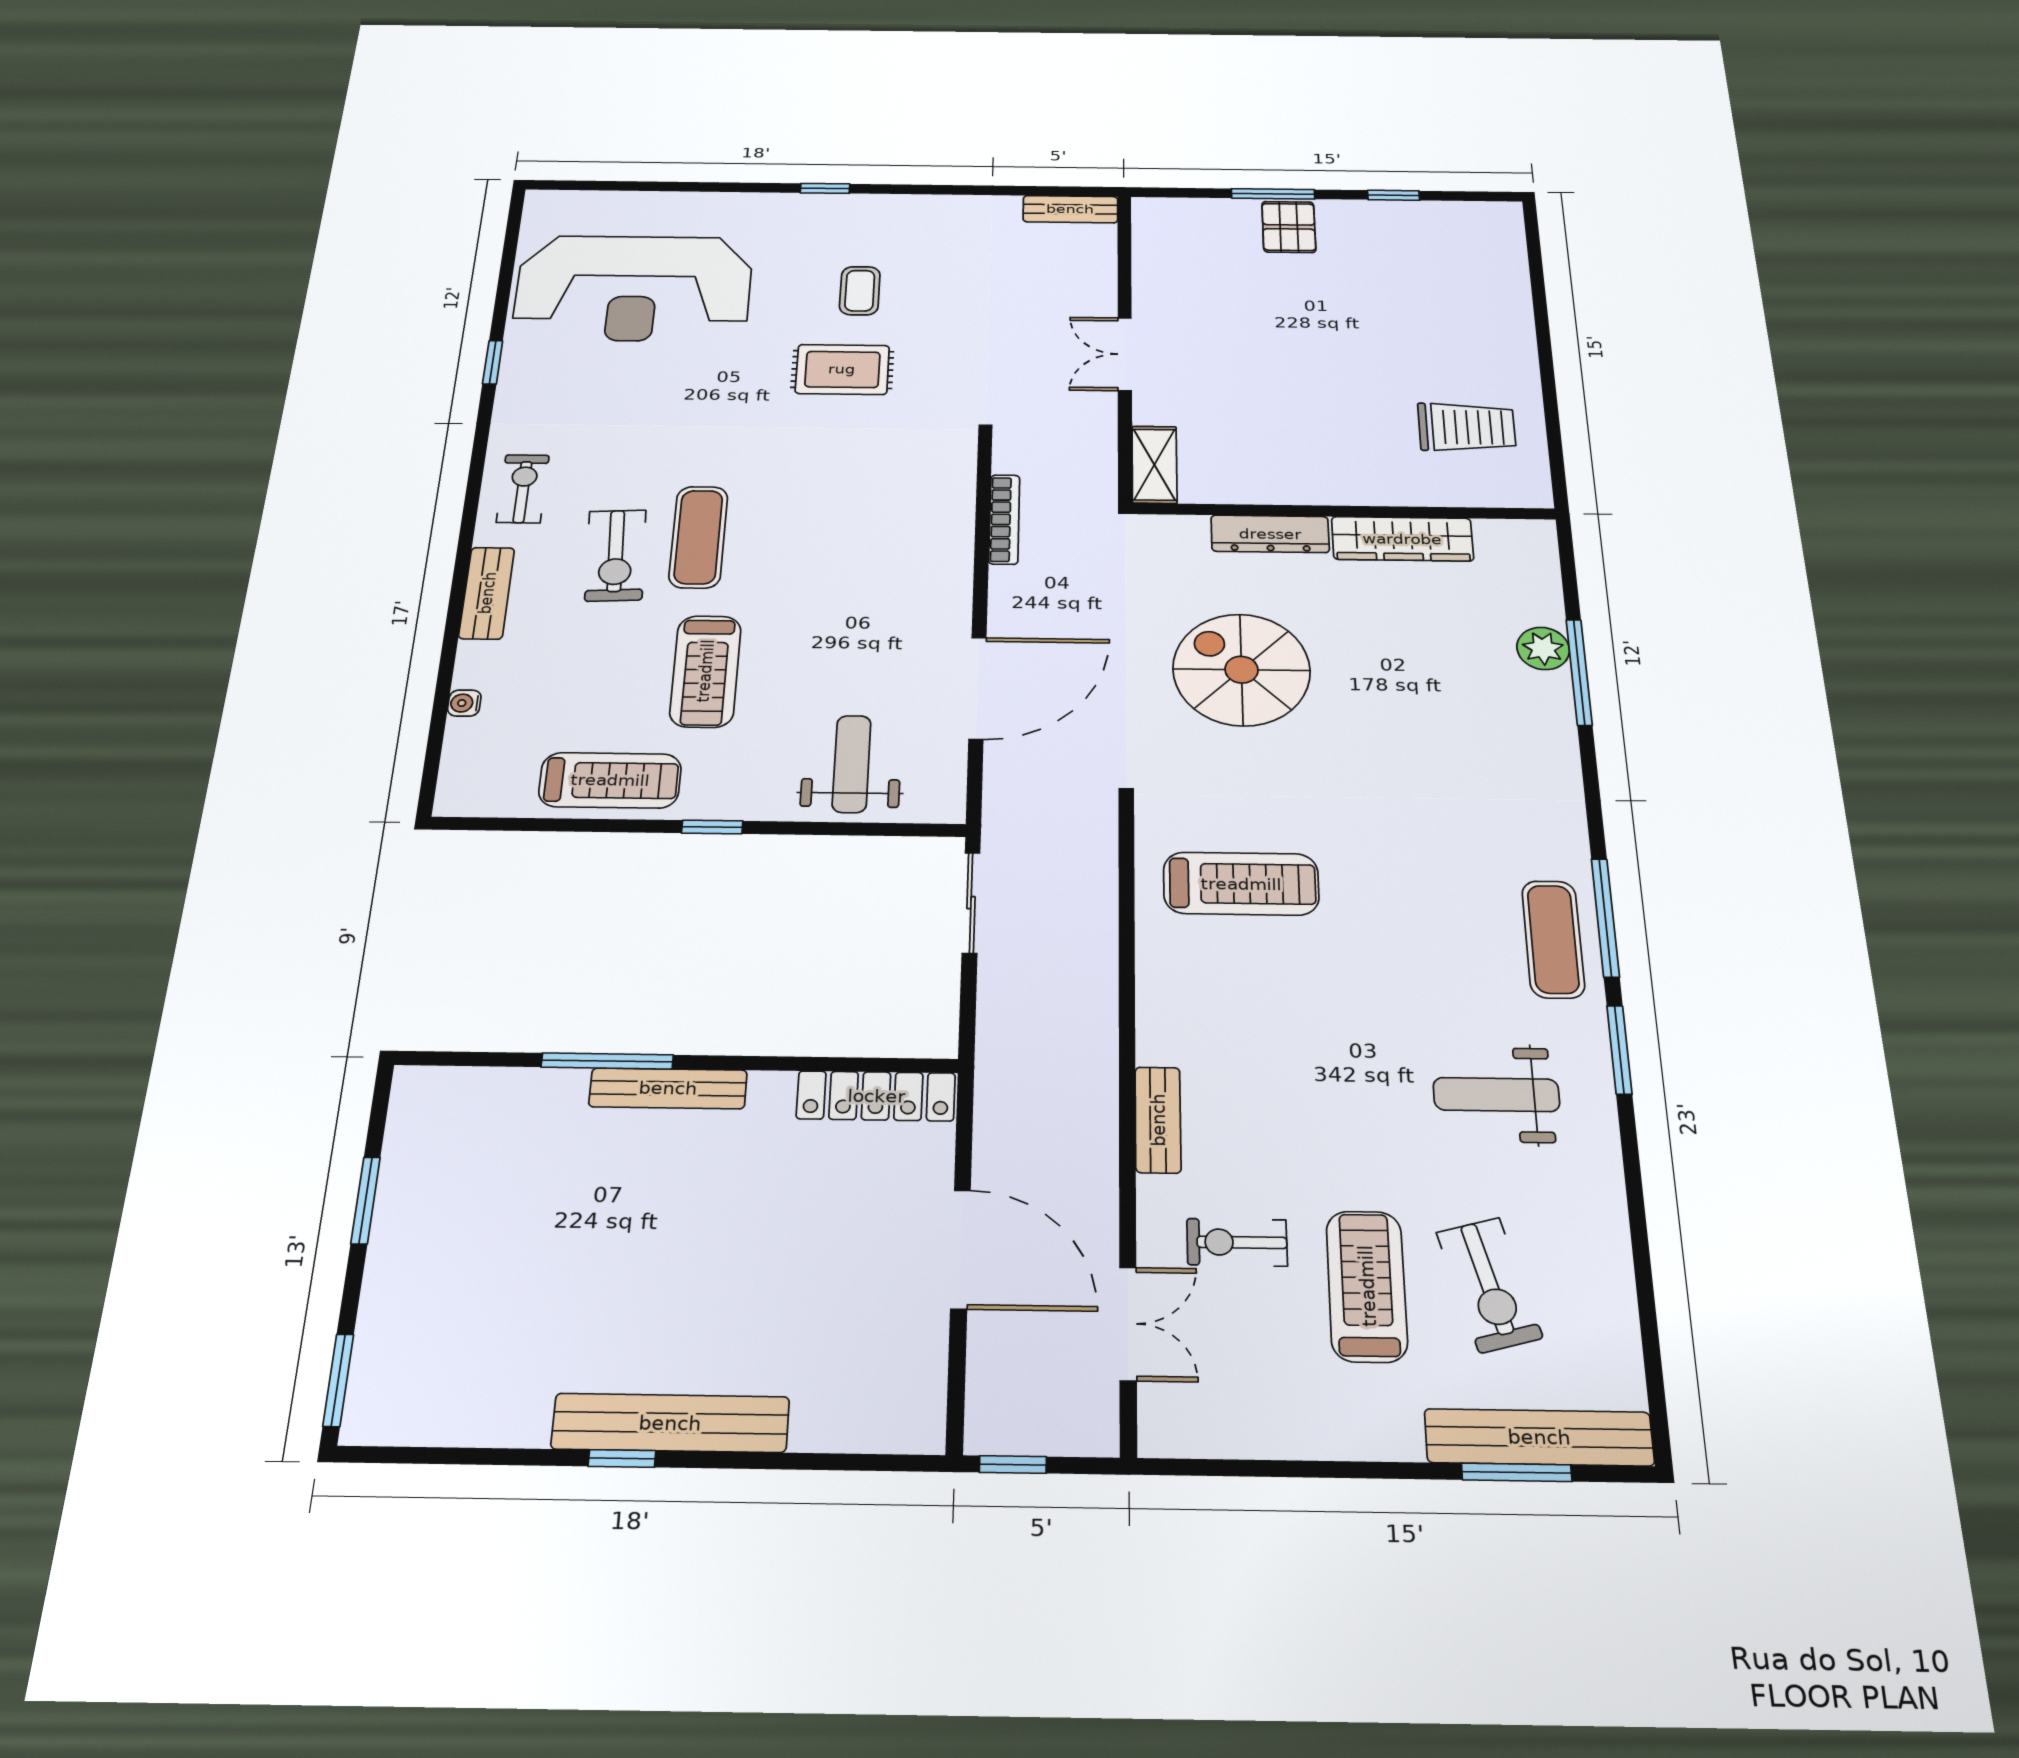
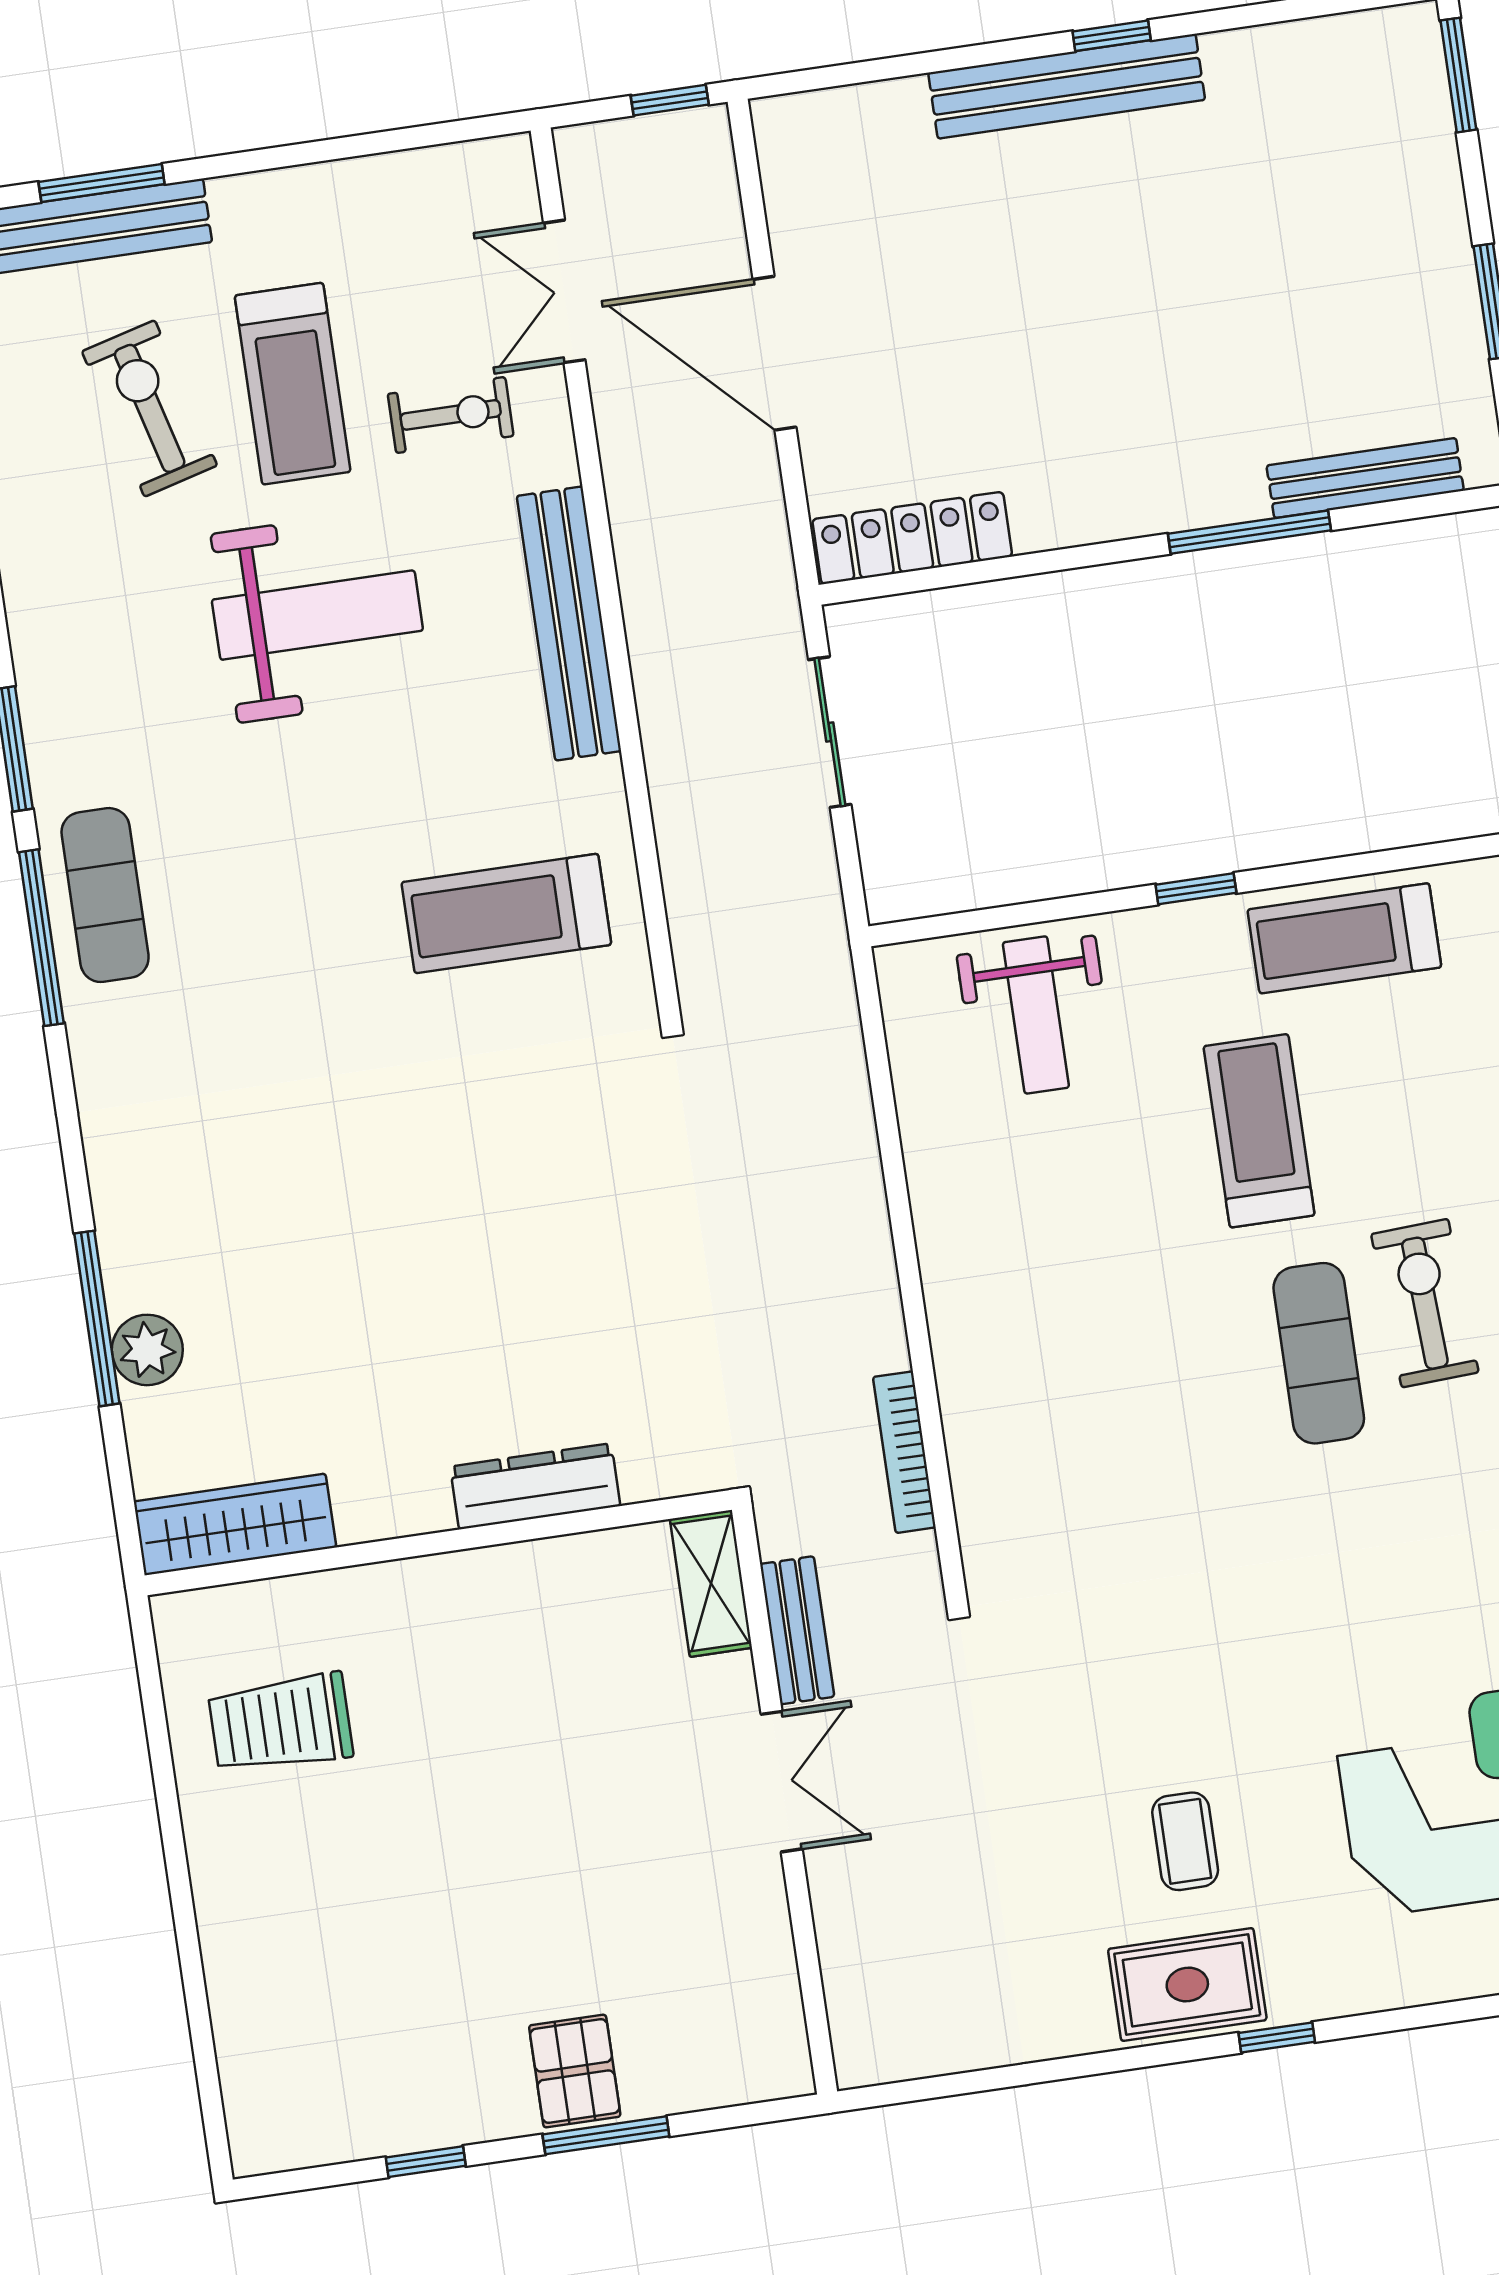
bench: (1070, 209) -> (797, 1630), moved, turned 90
rug: (842, 369) -> (1187, 1985), moved
wardrobe: (1402, 539) -> (235, 1524), moved
spiral stairs: (1242, 670) -> (546, 1249), removed
door: (978, 688) -> (893, 1162), removed
sliding door: (971, 903) -> (830, 732), moved
bench: (668, 1088) -> (1365, 478), moved
weight bench: (1496, 1095) -> (317, 615), moved, width x1.36, depth x1.33
bench: (1158, 1120) -> (569, 623), width x1.86, depth x1.21

